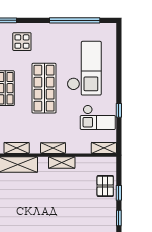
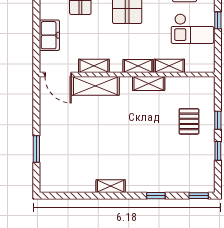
shelving: (104, 148) -> (169, 66), moved
pallet: (105, 186) -> (189, 121), moved

